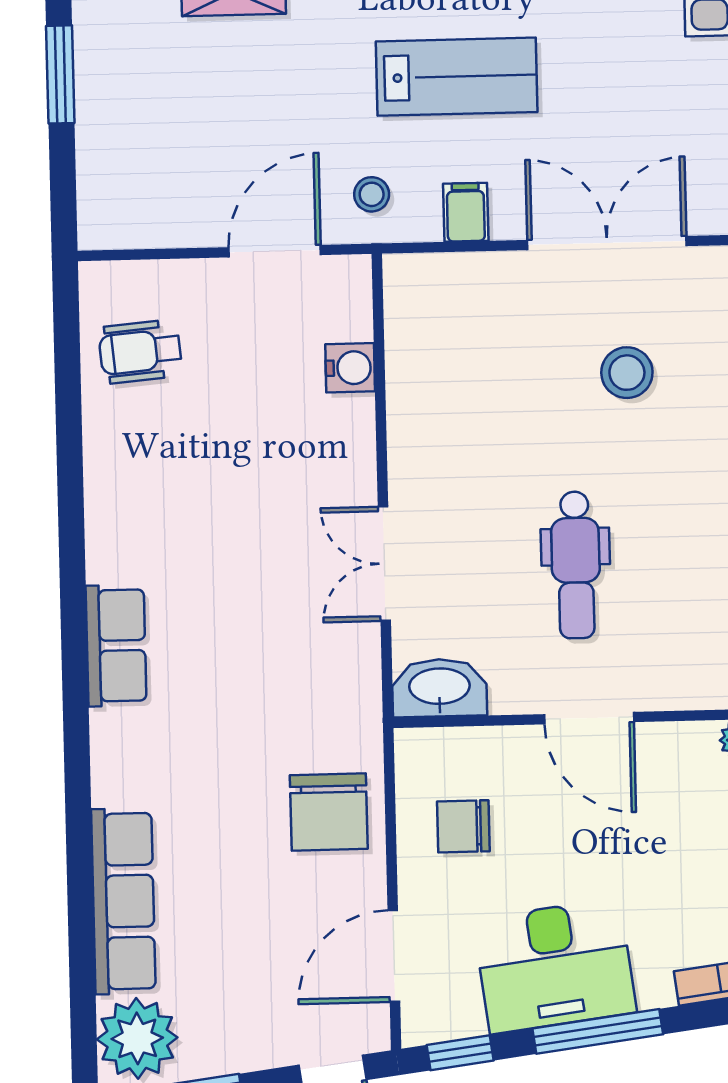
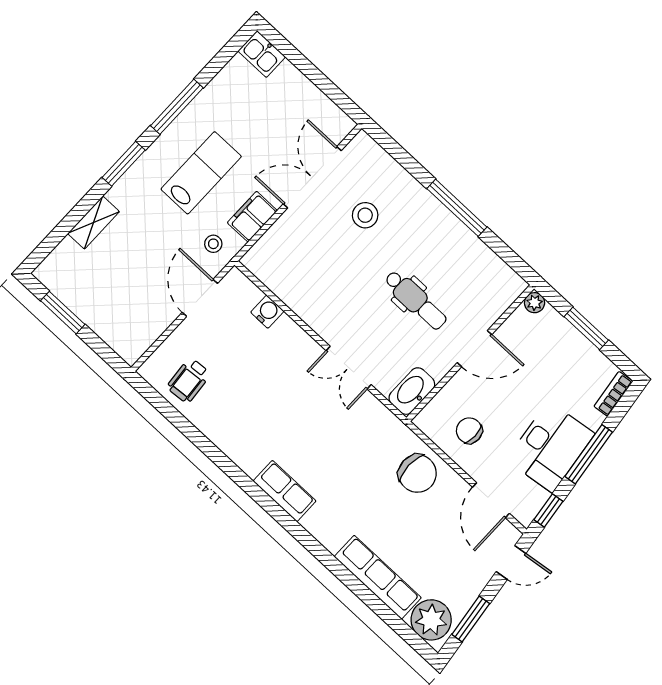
filing cabinet: (466, 212) -> (252, 217), width x2.00
chair: (463, 826) -> (469, 431), turned 90

